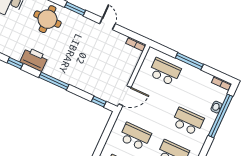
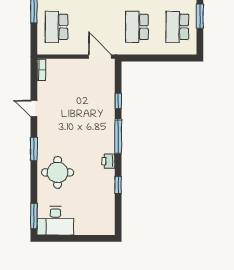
door: (108, 24) -> (34, 108), hinge flipped
printer: (34, 59) -> (108, 161), width x0.53, depth x0.68
window: (99, 101) -> (118, 101), moved

